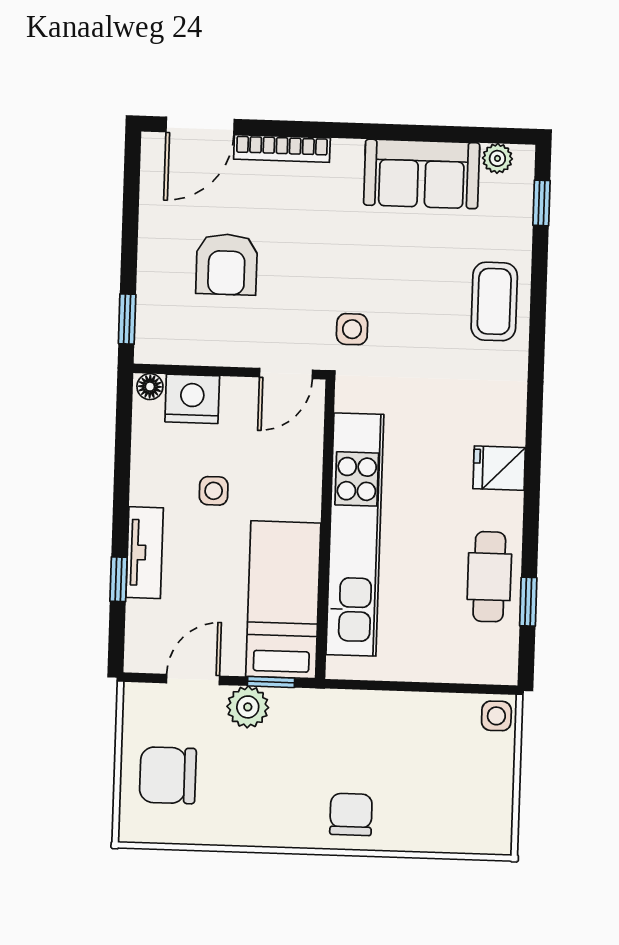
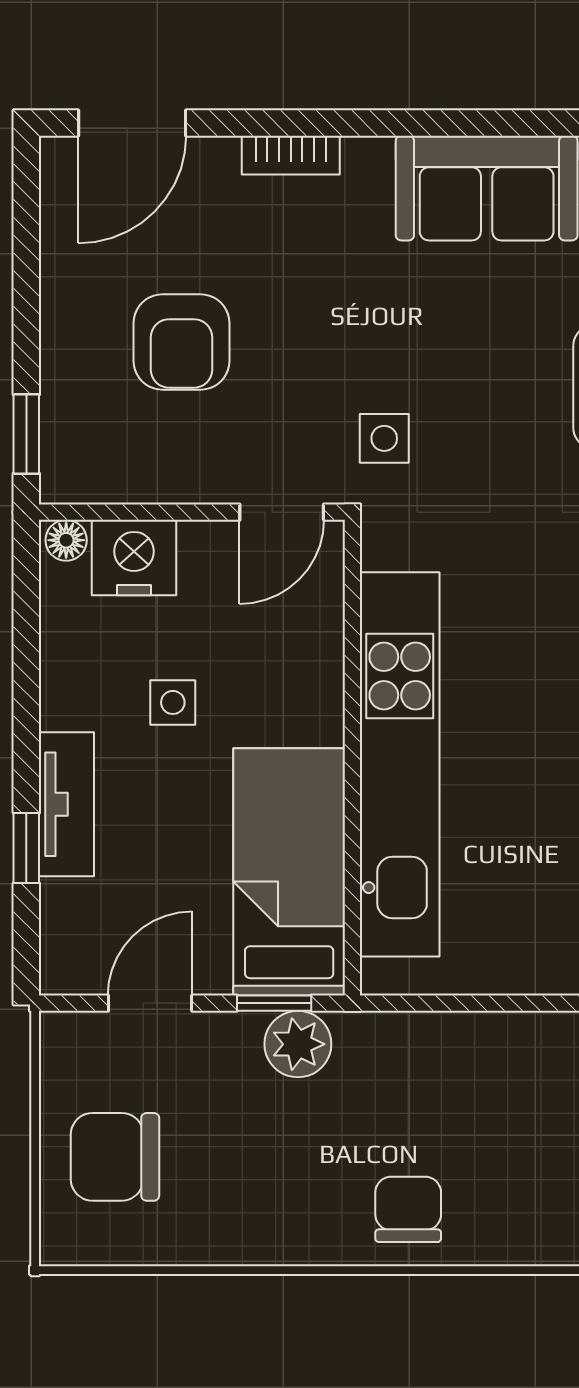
bookcase: (282, 149) -> (291, 155), width x0.64
plant: (248, 707) -> (298, 1044), moved

